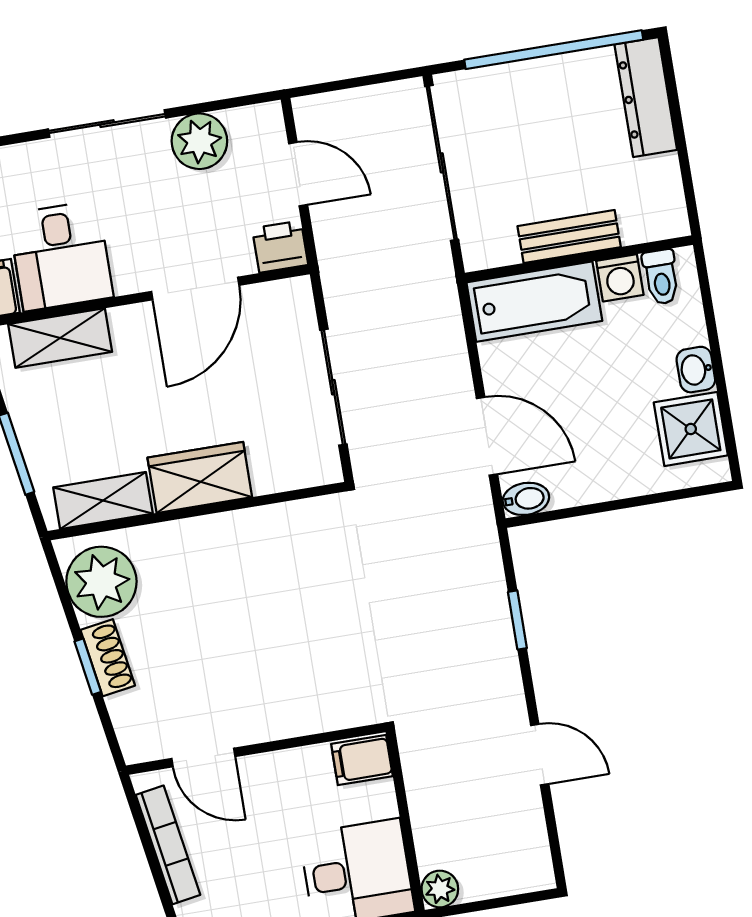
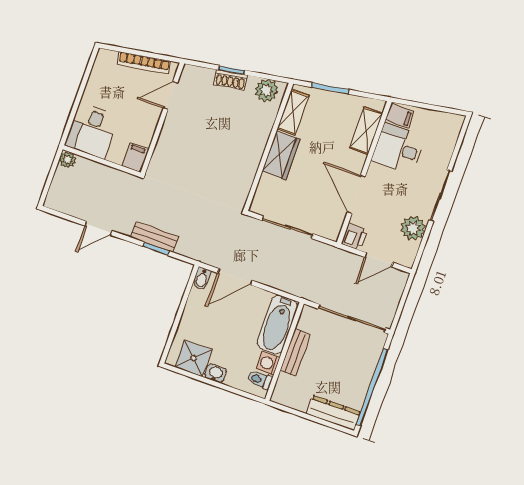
plant: (101, 582) -> (266, 90), width x0.73, depth x0.73
bench: (496, 636) -> (154, 237), added

